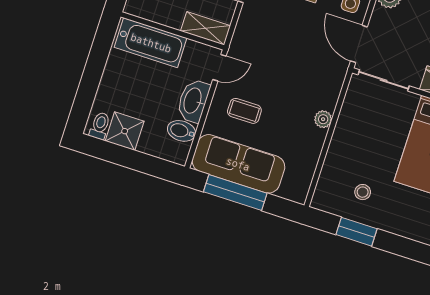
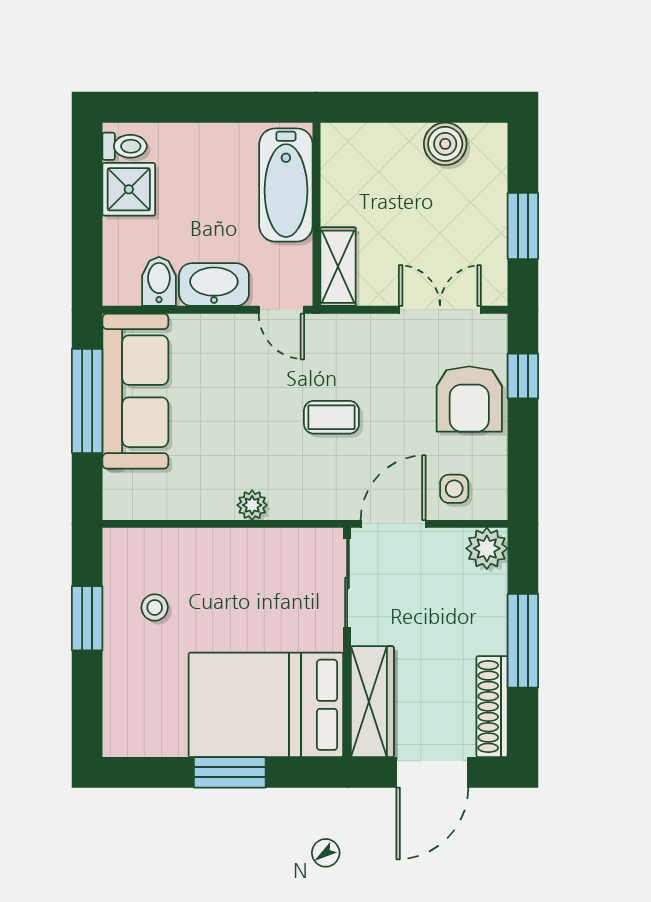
coffee table: (244, 111) -> (331, 417), moved, turned 90

